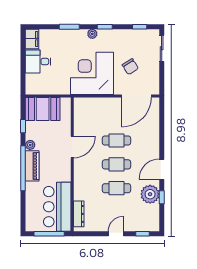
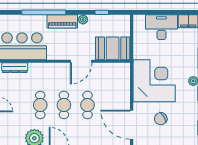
desk: (38, 62) -> (161, 27), width x1.37
booth: (43, 109) -> (113, 48), moved, turned 90
door: (72, 147) -> (81, 61), hinge flipped
window: (23, 168) -> (44, 12), moved

